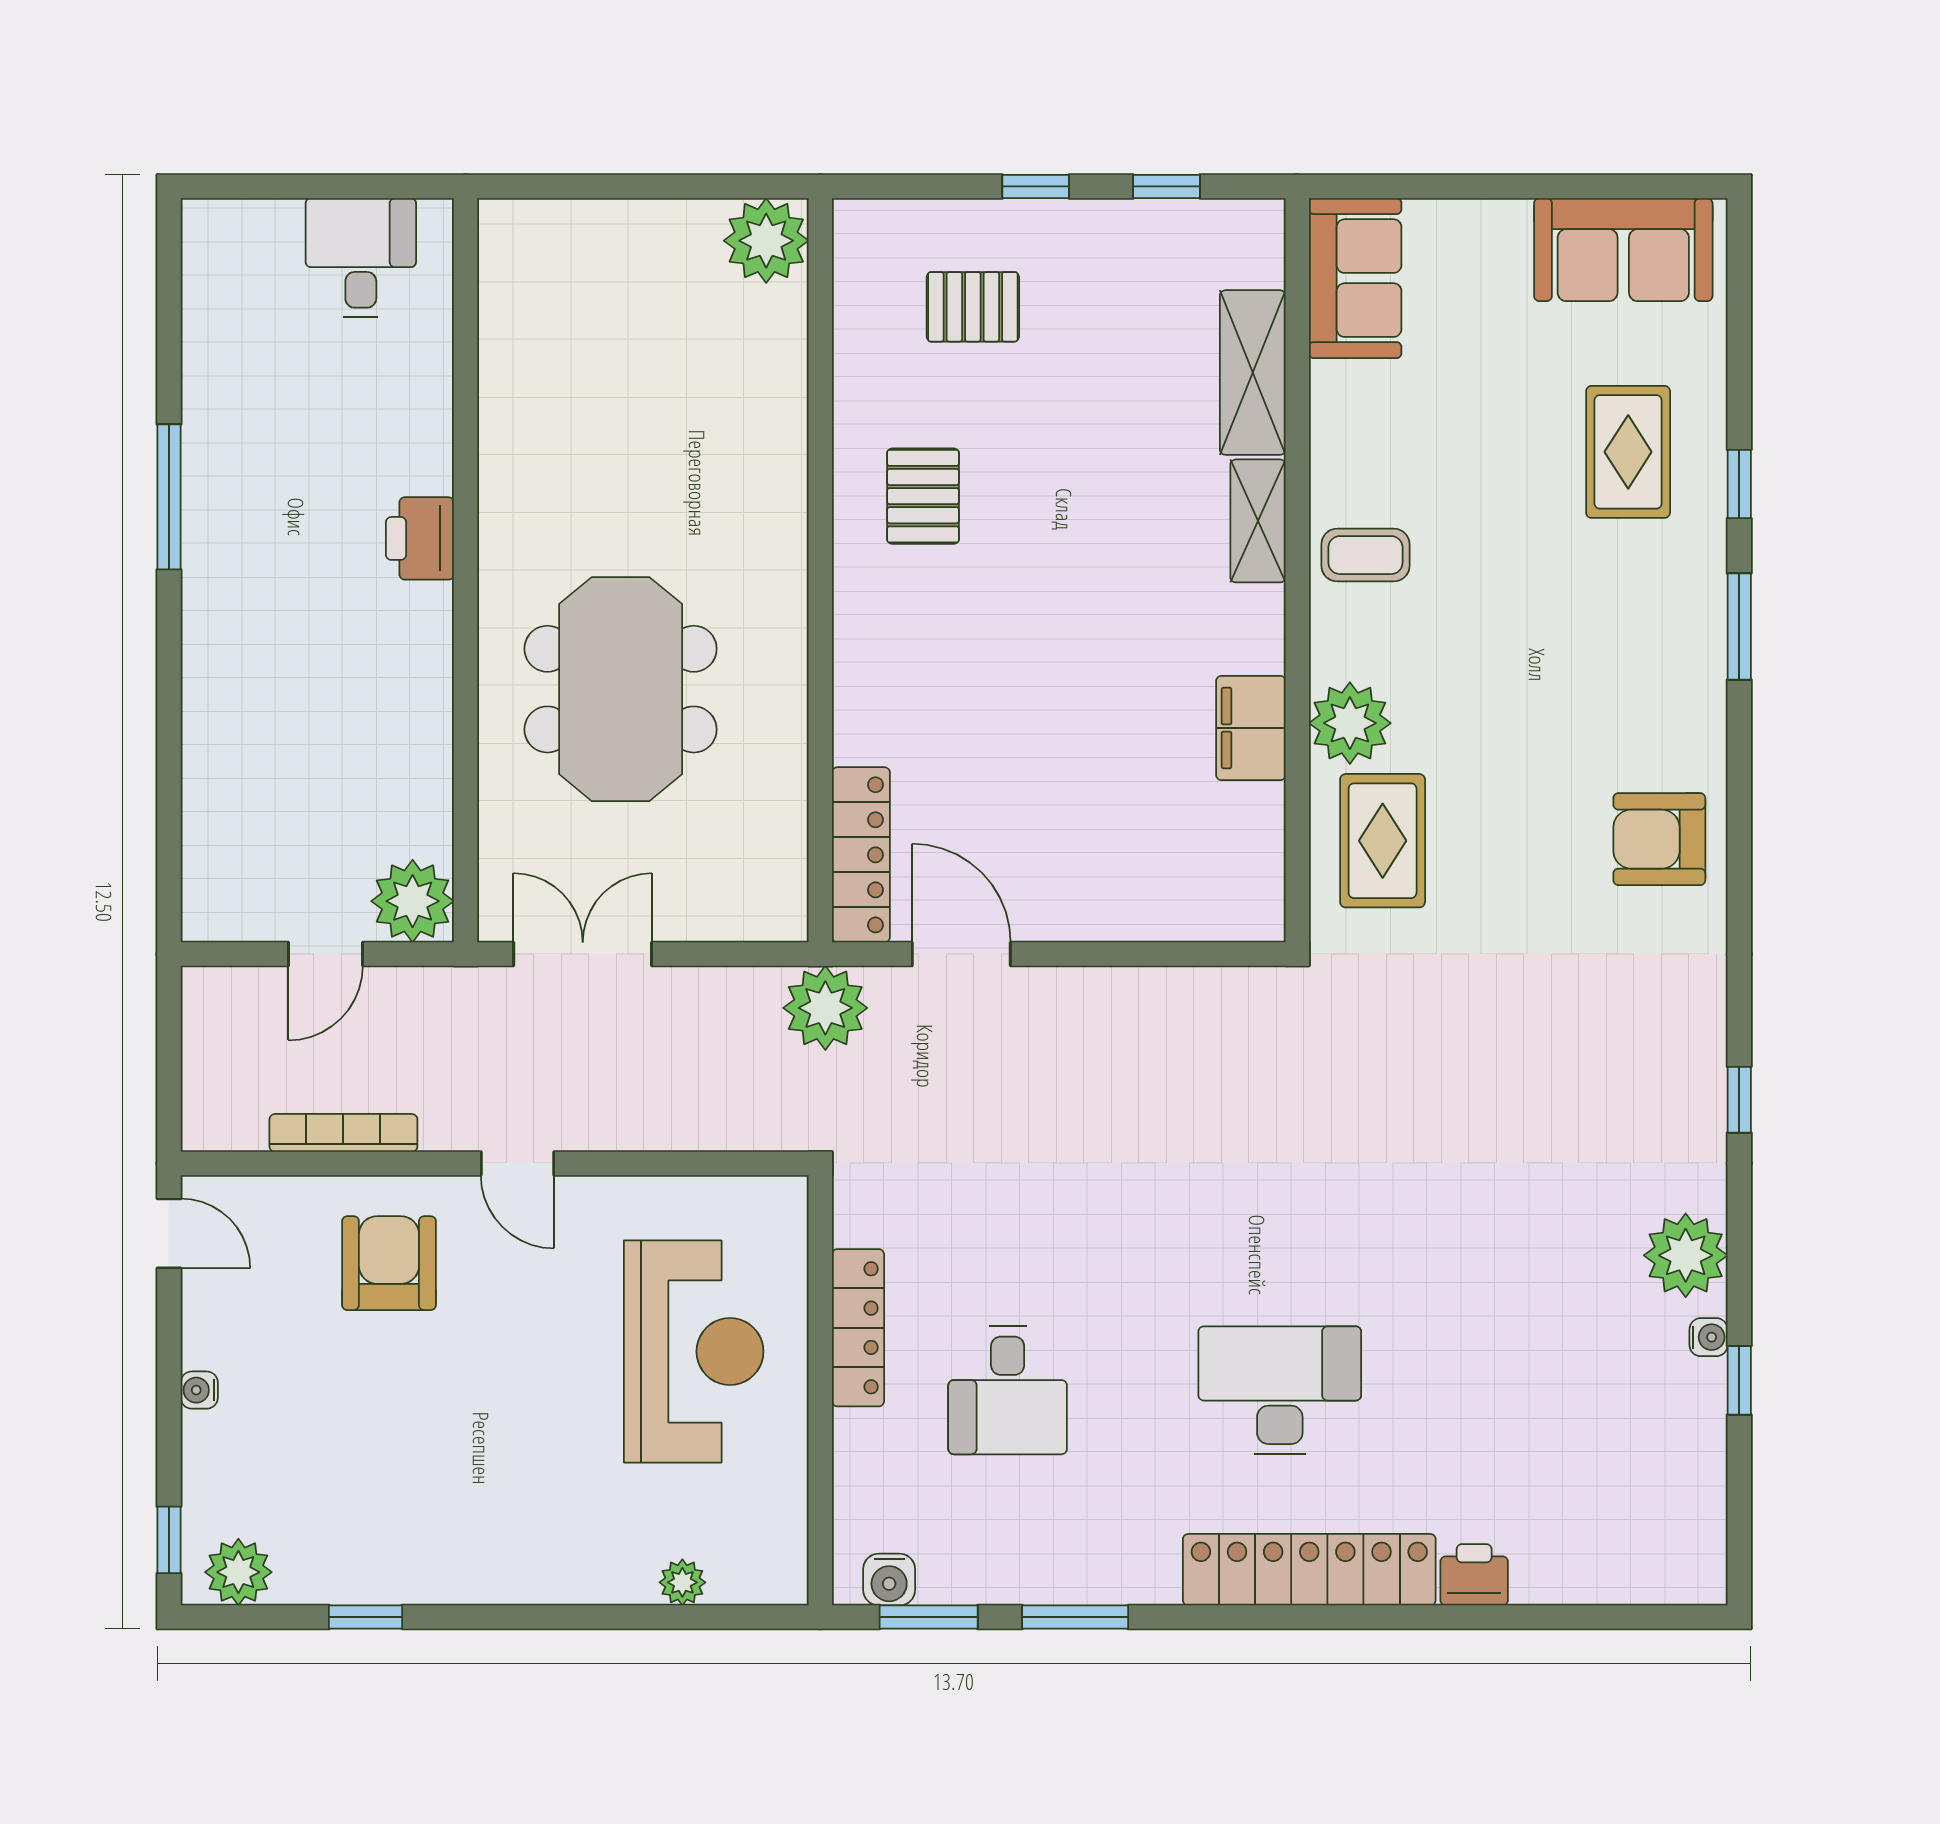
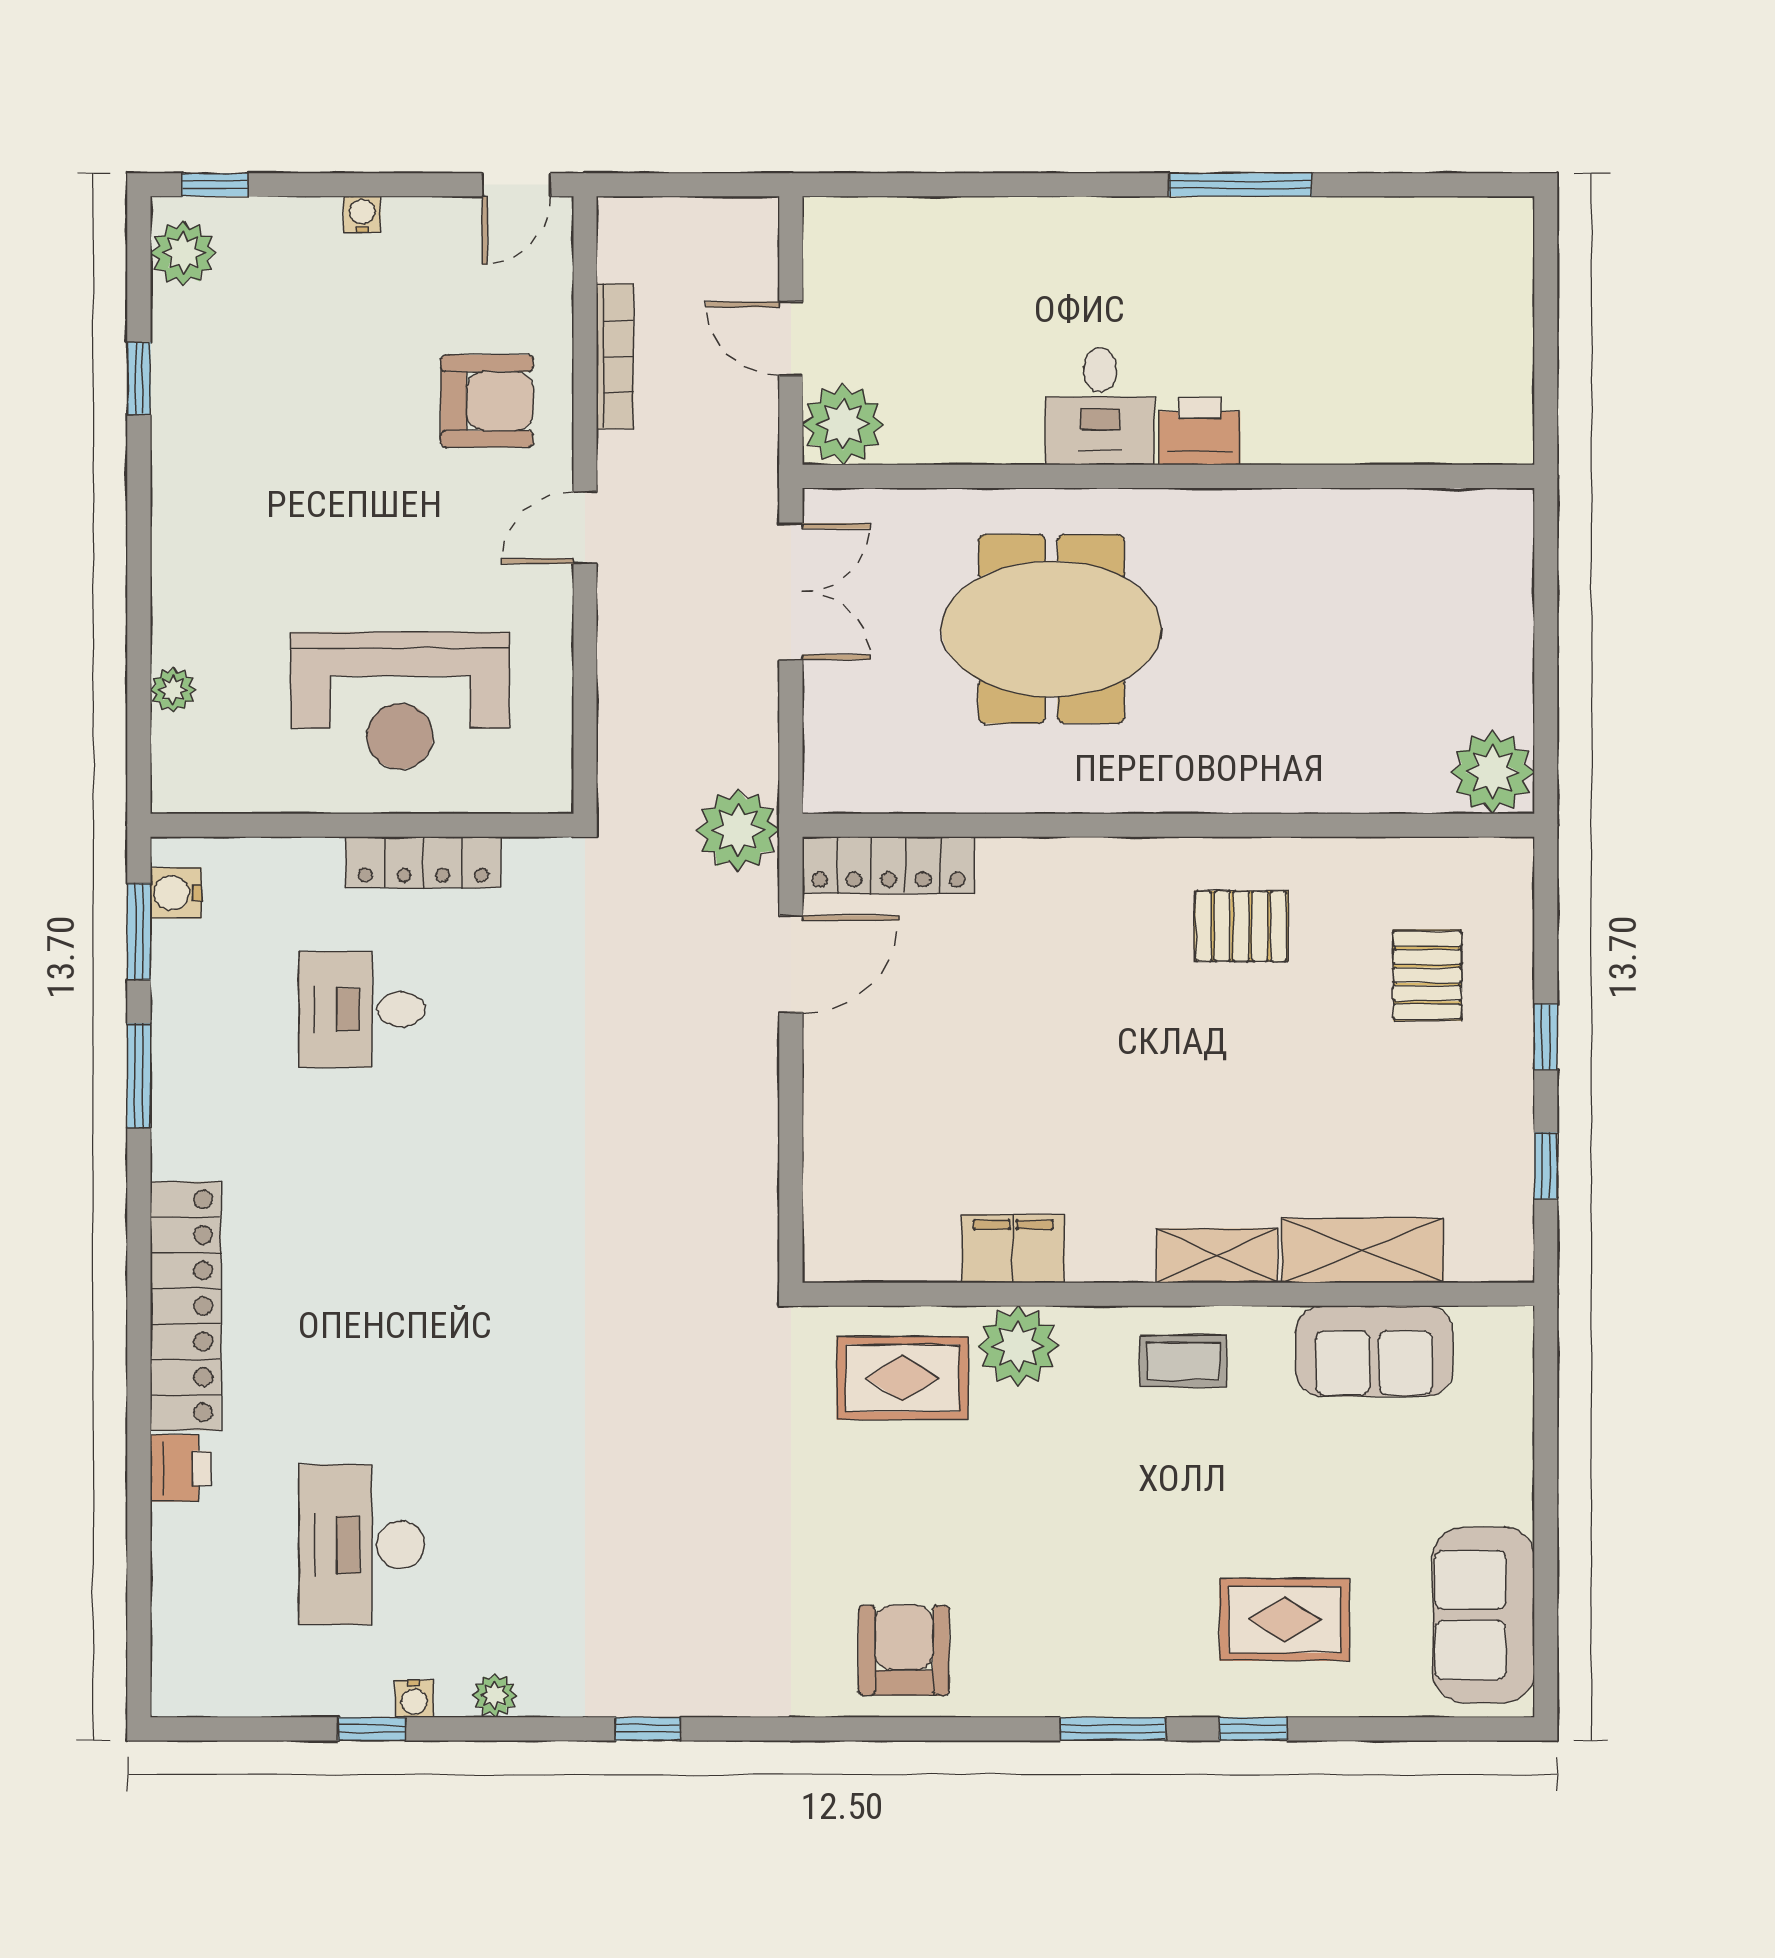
desk: (361, 258) -> (1100, 406), moved, turned 90
sofa: (1355, 278) -> (1374, 1351), moved
coffee table: (1365, 555) -> (1183, 1361), turned 90
plant: (1686, 1255) -> (495, 1695), width x0.53, depth x0.53
desk: (1280, 1390) -> (362, 1545), moved, turned 180

